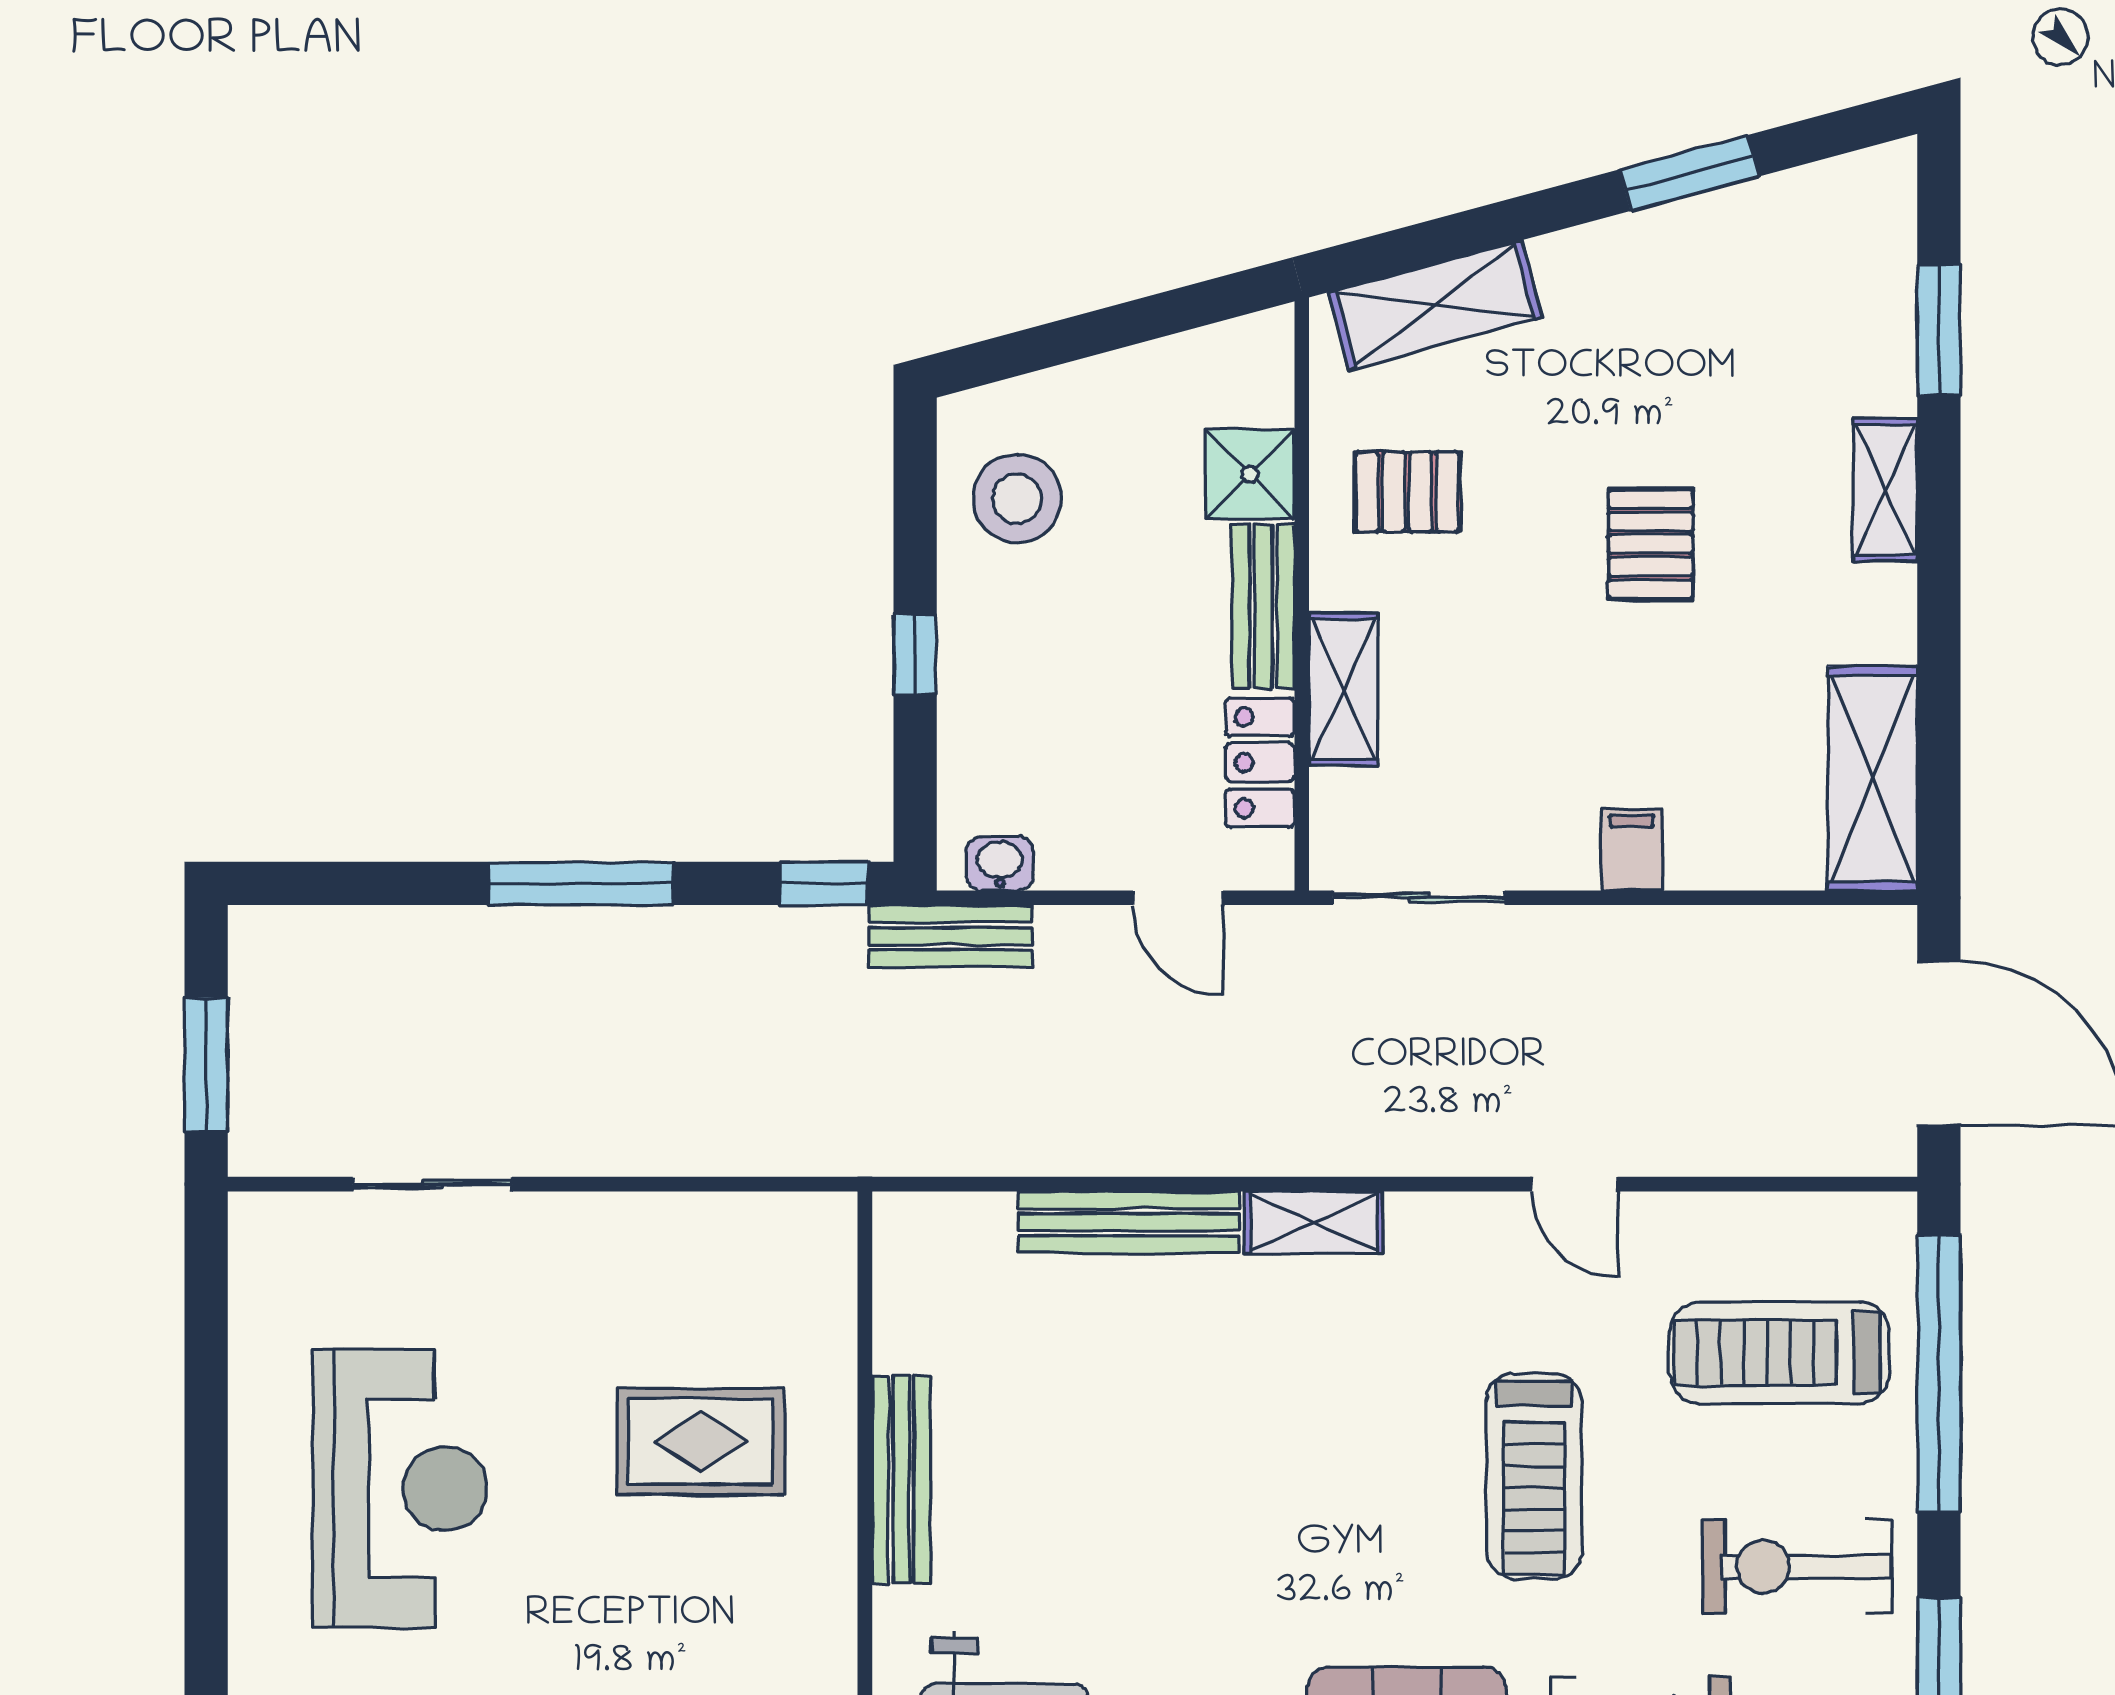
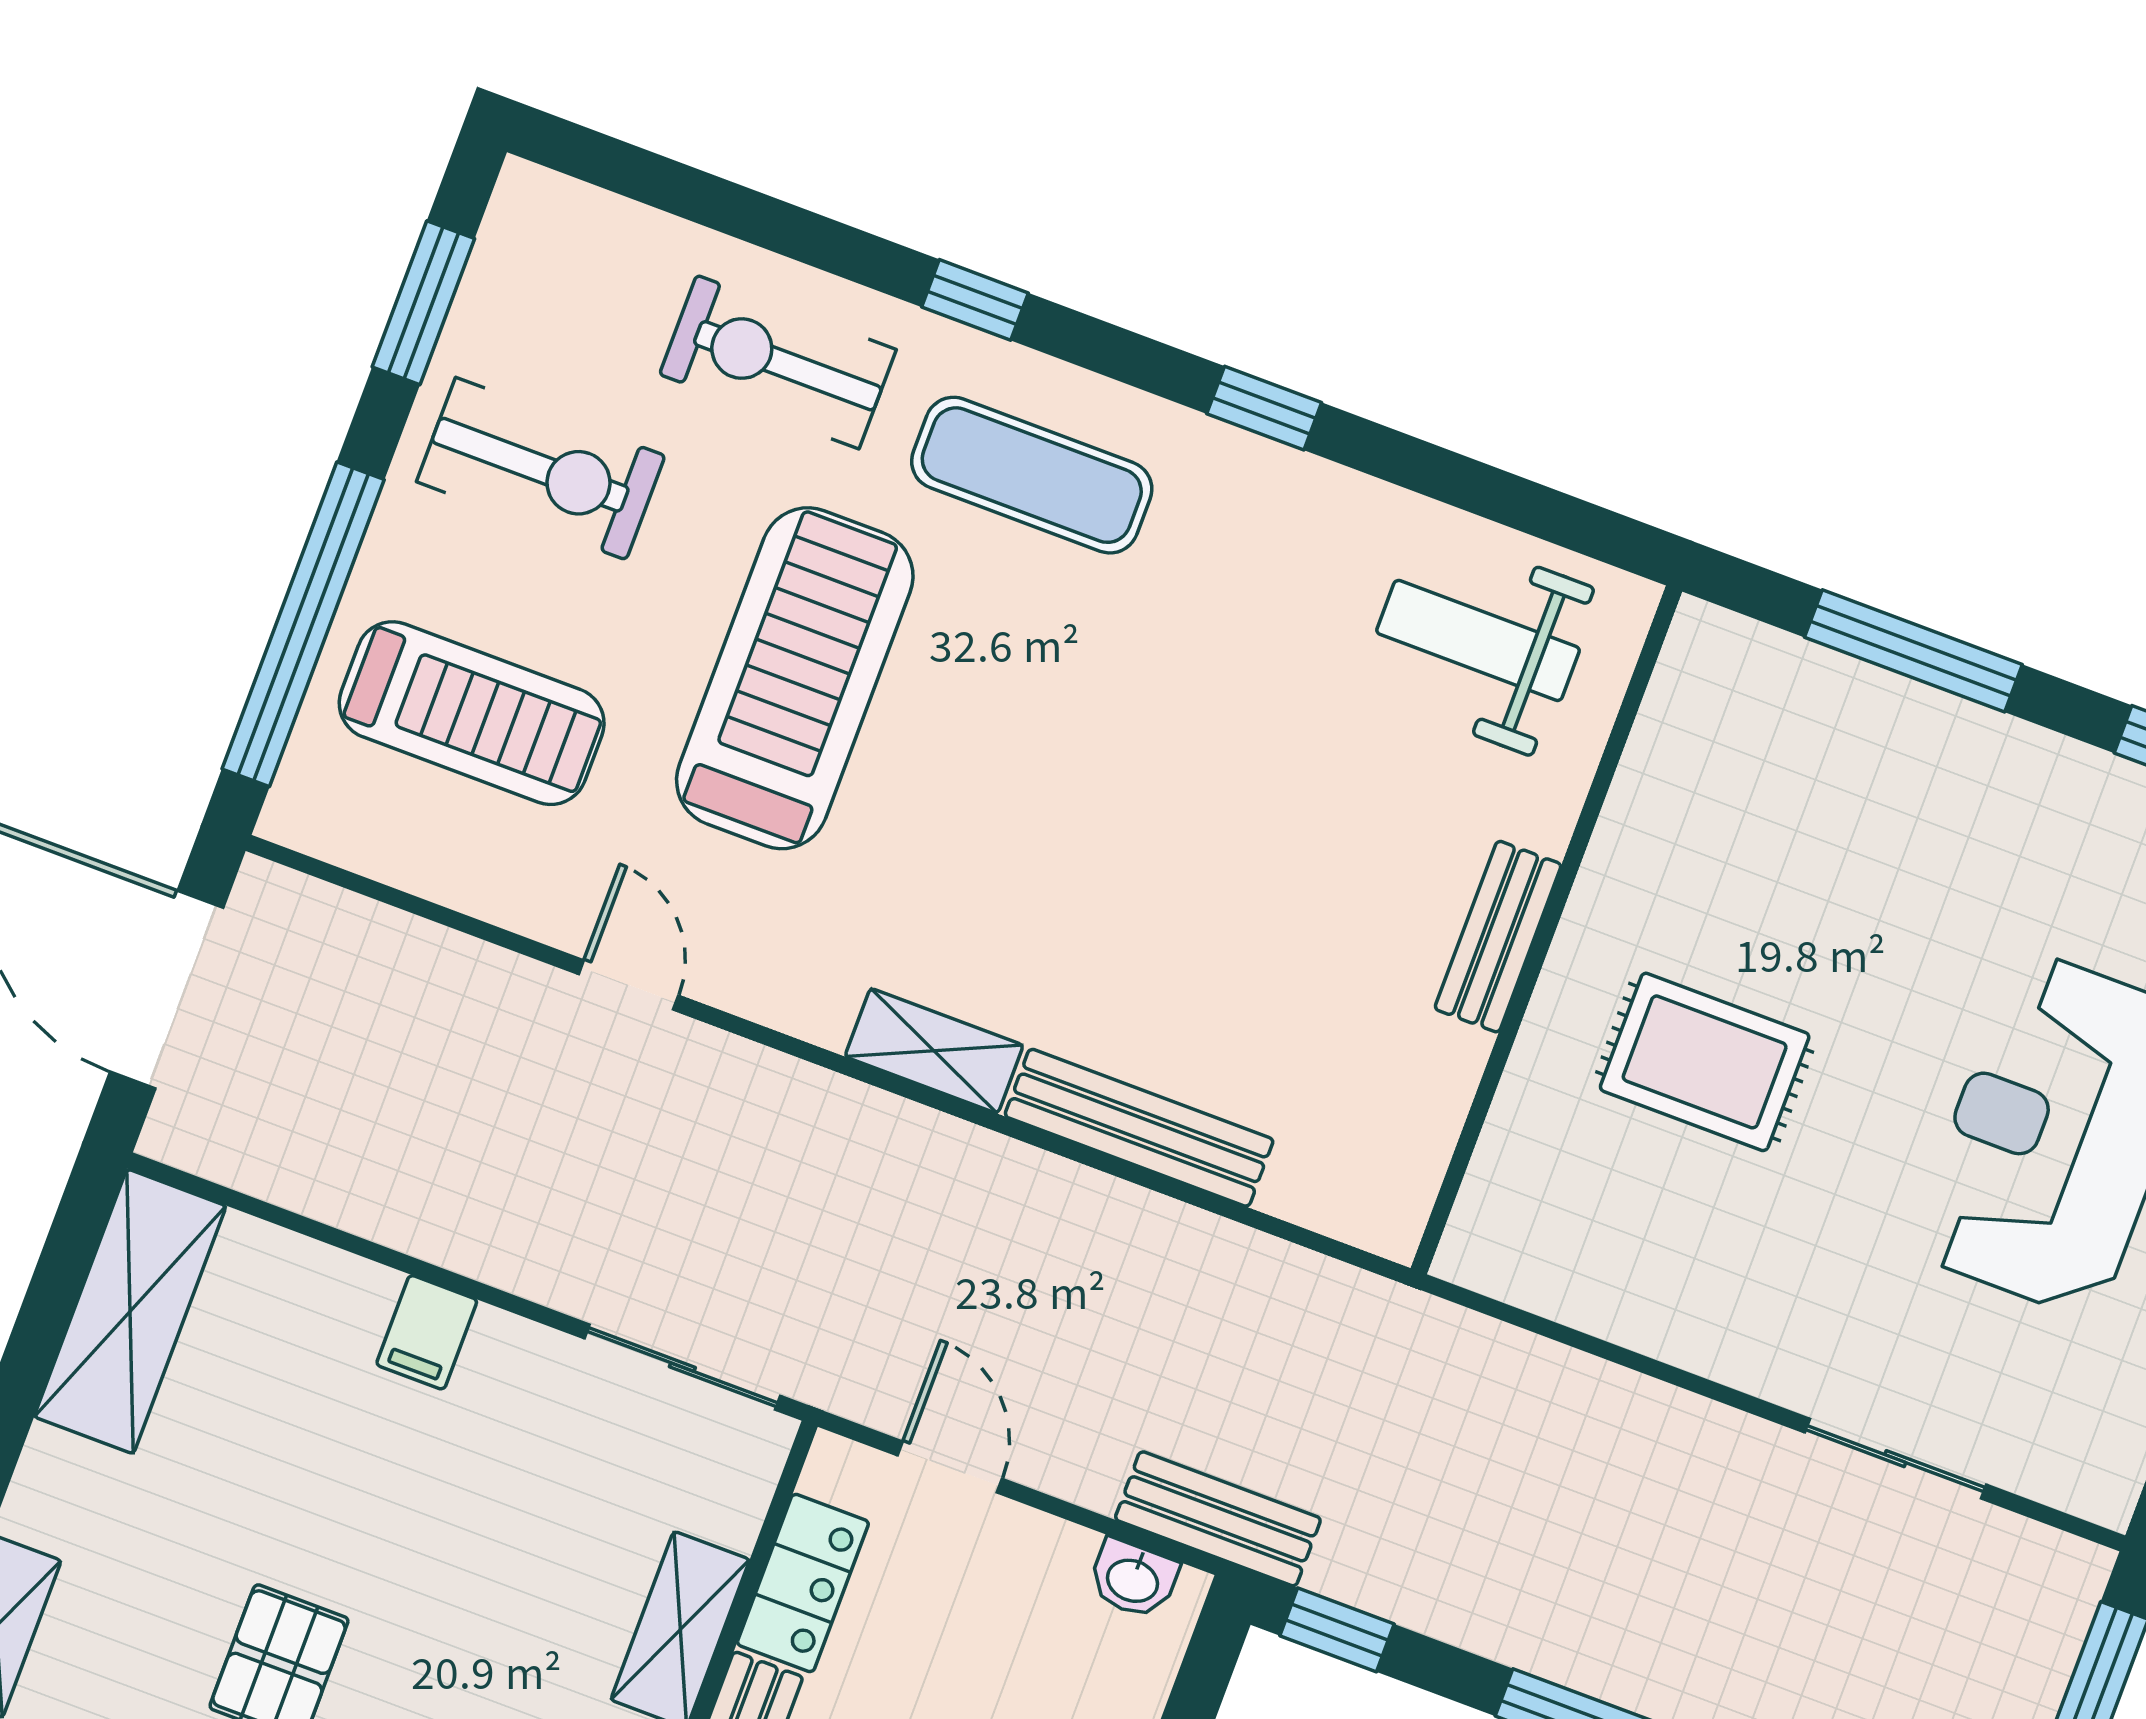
treadmill: (1534, 1476) -> (795, 678), width x1.37, depth x1.38
bench: (901, 1480) -> (1498, 937), width x0.73

